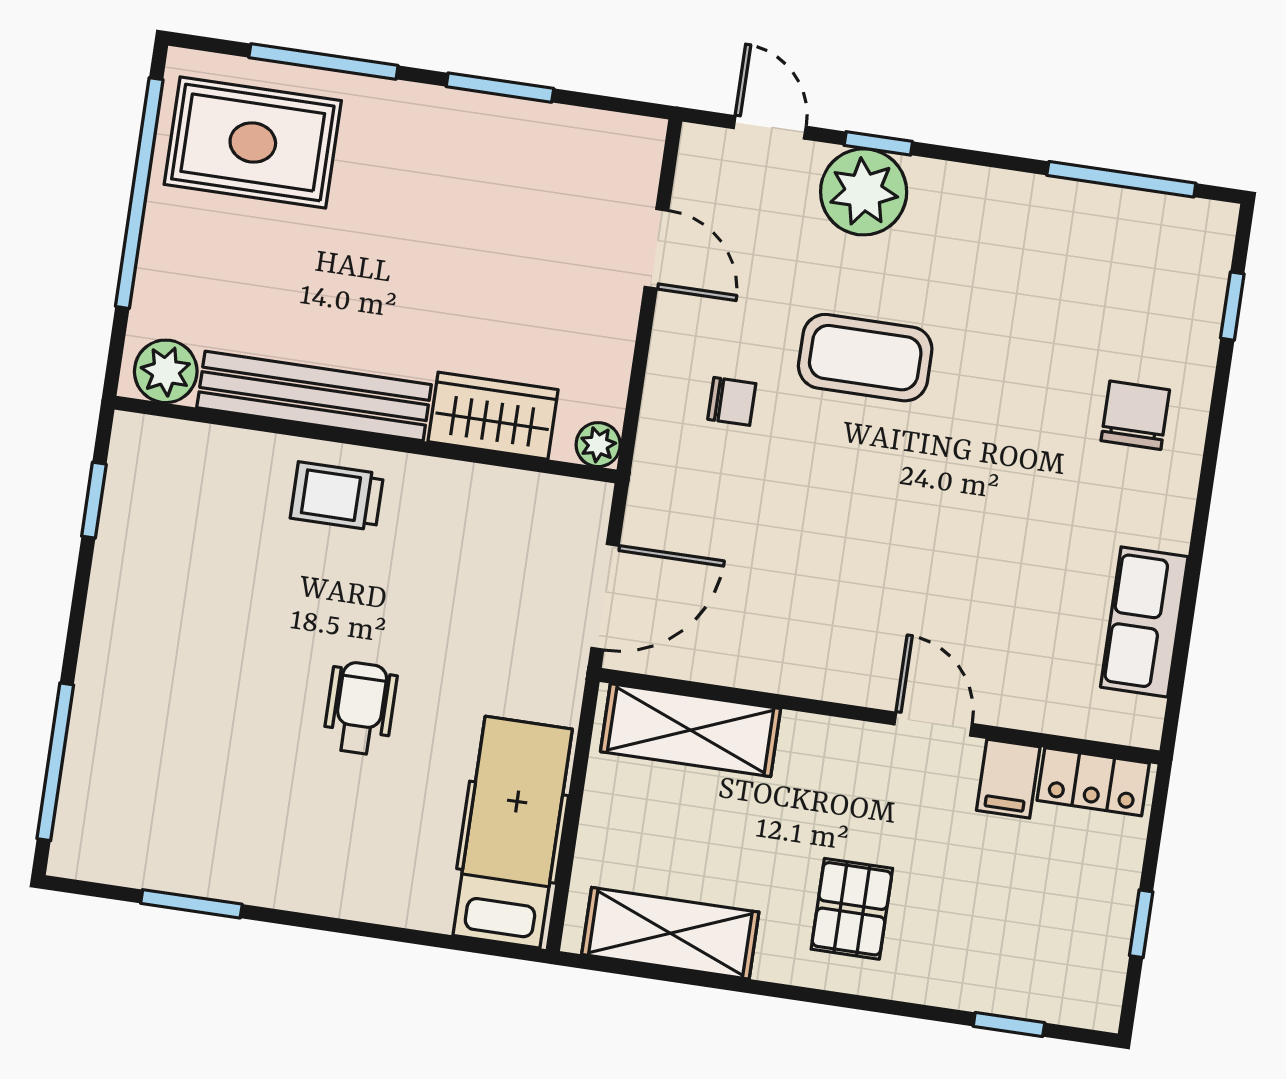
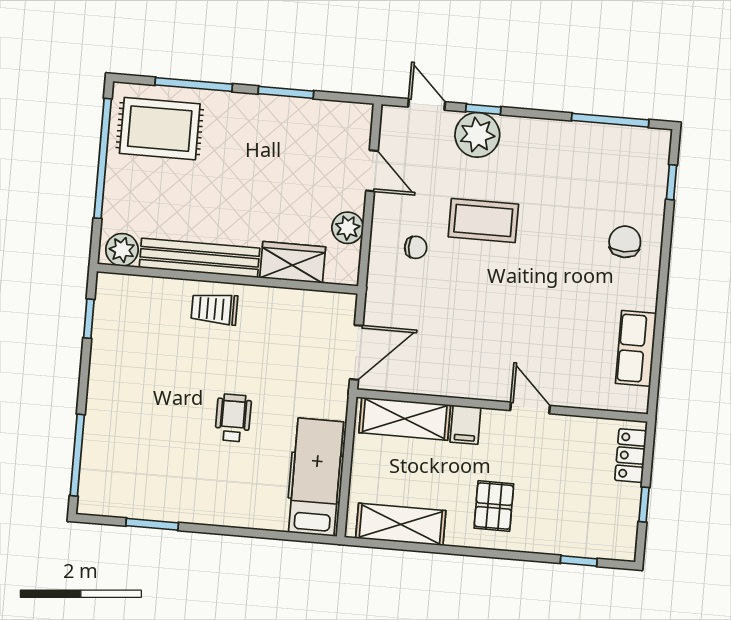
plant: (598, 445) -> (348, 228), moved, width x1.38, depth x1.38
filing cabinet: (1008, 779) -> (465, 425), moved
locker: (1093, 782) -> (631, 456), moved, turned 90

